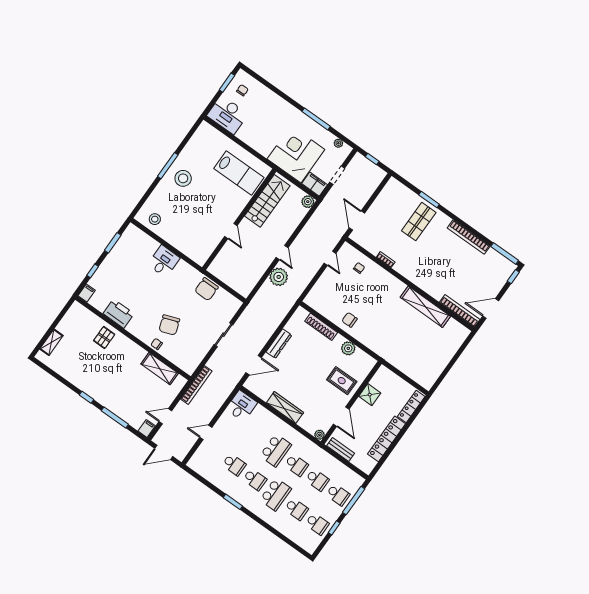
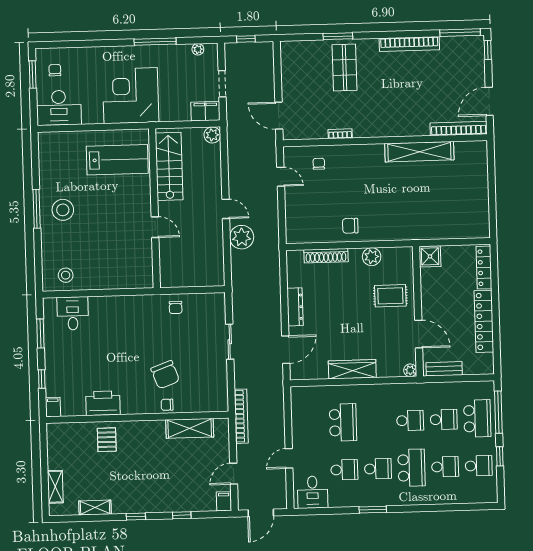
corner desk: (296, 154) -> (131, 96), moved
desk: (164, 261) -> (73, 313), moved
chair: (206, 289) -> (176, 307), width x0.54, depth x0.54
shelving: (66, 373) -> (95, 508), added
shower: (370, 395) -> (430, 256), moved
desk: (241, 406) -> (313, 492), moved, turned 180
window: (115, 418) -> (182, 515), width x0.46
school desk: (276, 450) -> (343, 422), moved
school desk: (338, 495) -> (477, 418), width x1.85

